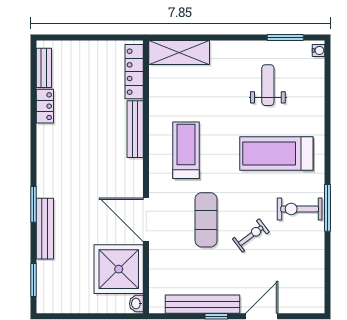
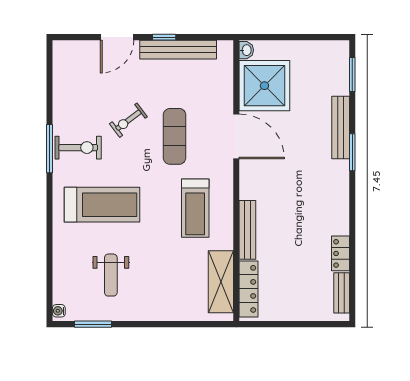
shelving: (179, 52) -> (221, 282), moved, turned 90

